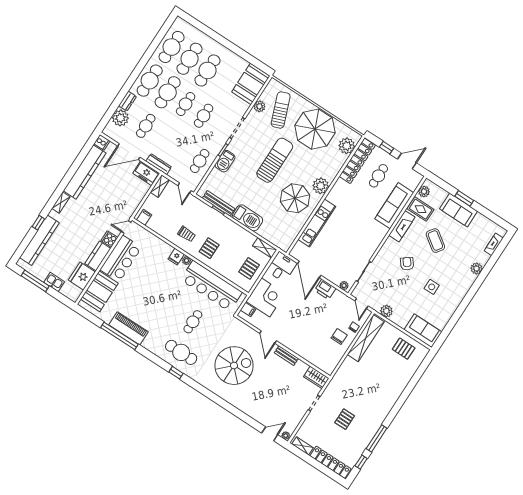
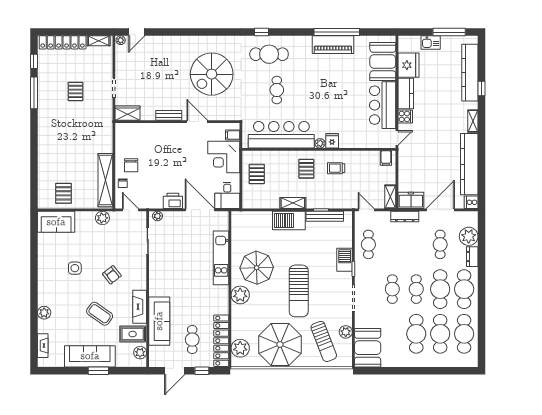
sofa: (459, 210) -> (90, 356), width x1.36
shelving: (265, 248) -> (293, 203), moved
pallet: (404, 349) -> (63, 193), turned 90

